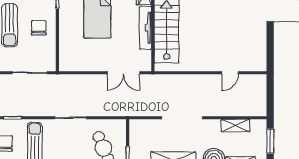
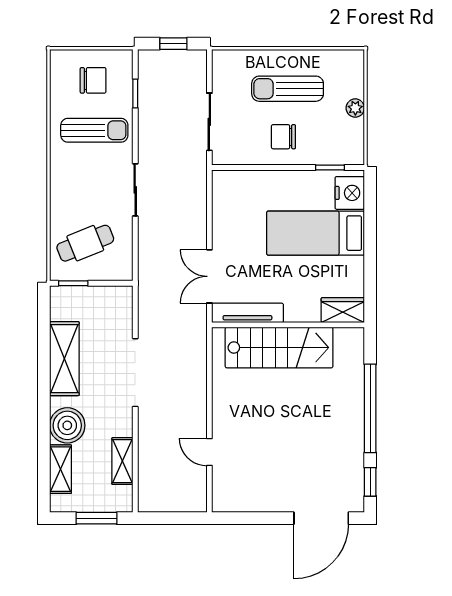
chair: (39, 28) -> (283, 137), turned 180
tv unit: (146, 28) -> (247, 313), moved

